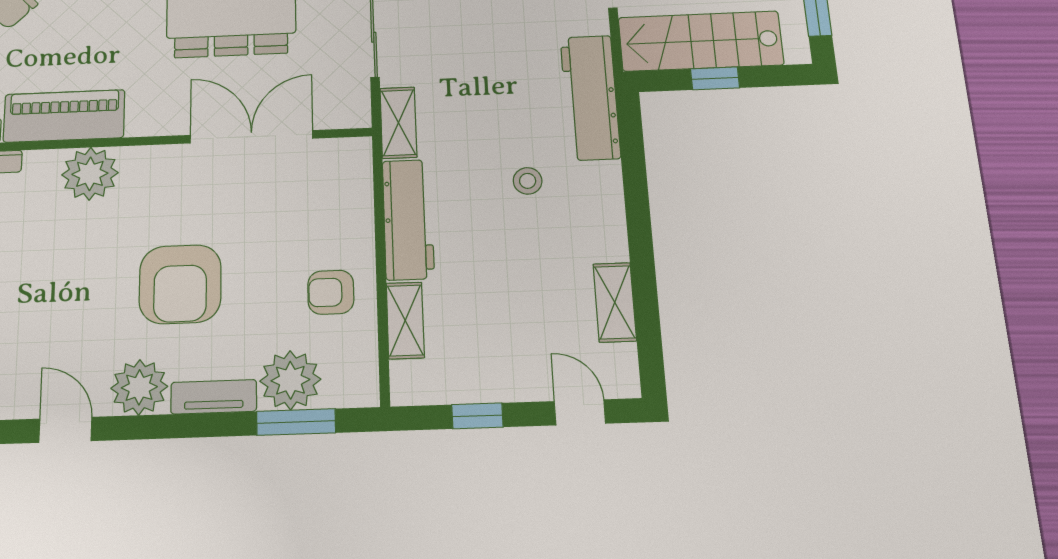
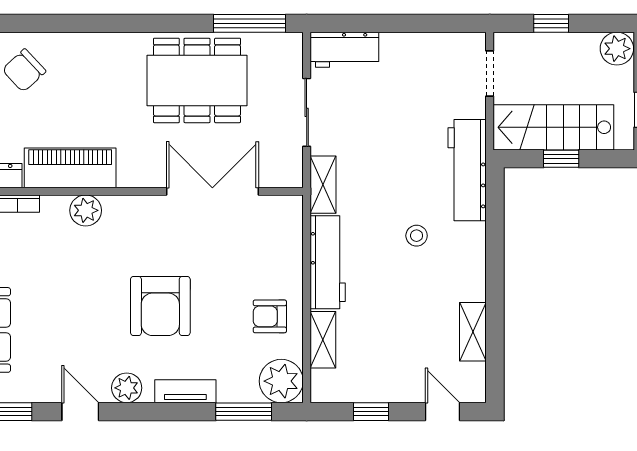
plant: (90, 174) -> (86, 210), width x0.73, depth x0.73
plant: (290, 380) -> (281, 381), moved
plant: (139, 387) -> (127, 388), width x0.73, depth x0.73

